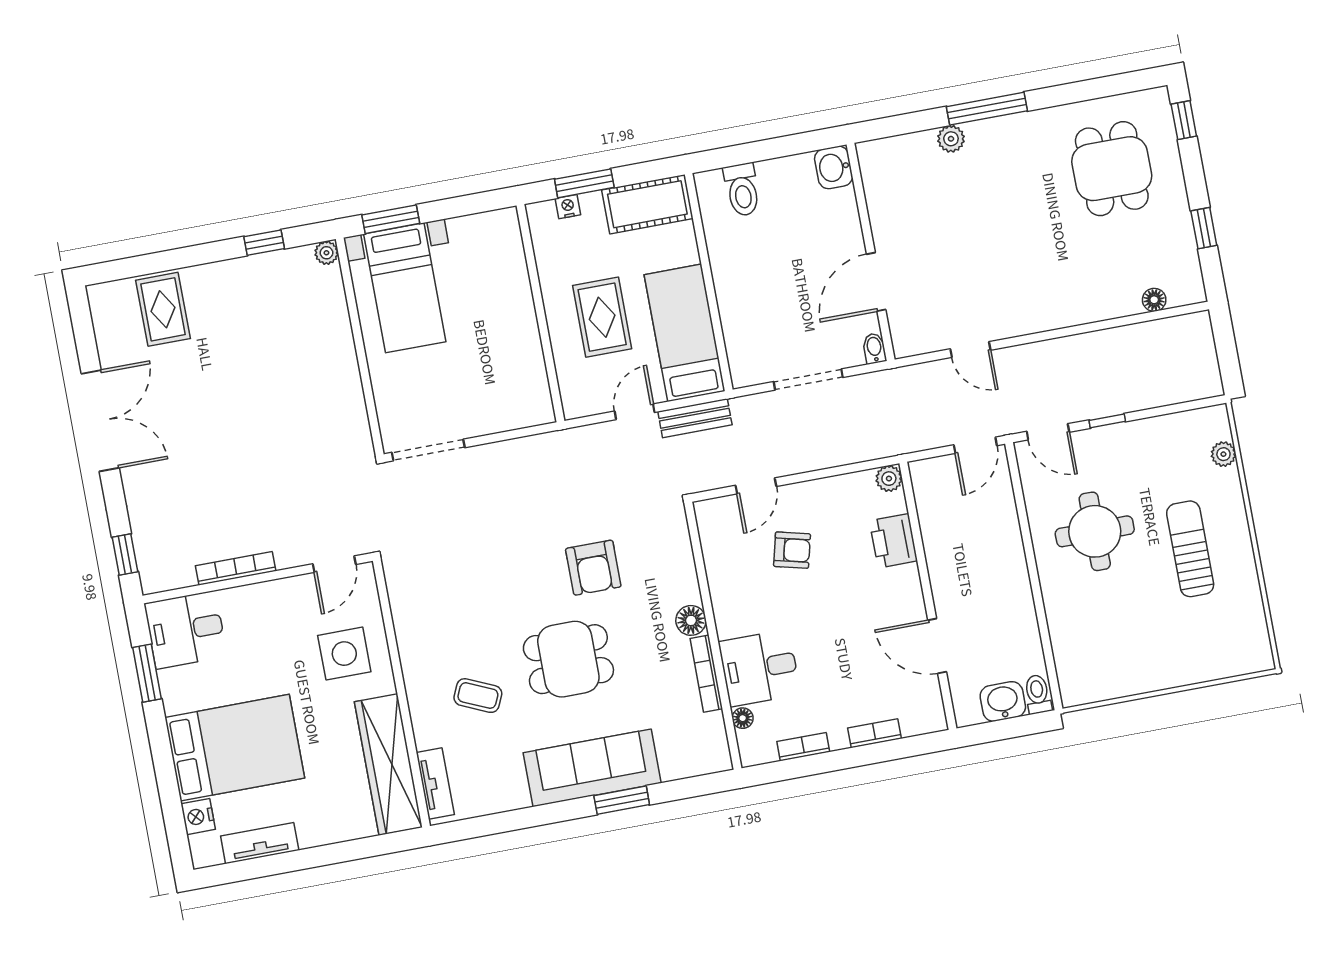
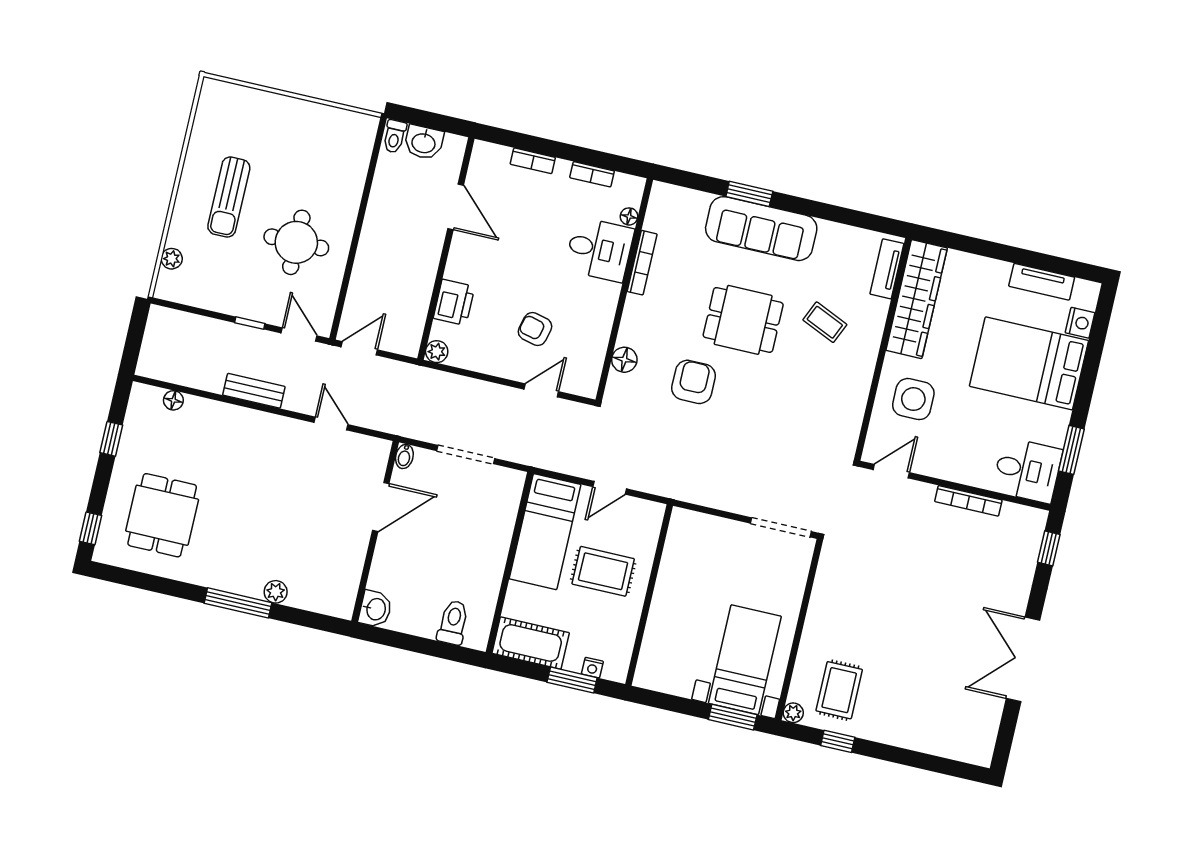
rug: (163, 309) -> (839, 690), moved
rug: (602, 317) -> (603, 571), turned 90
bench: (695, 418) -> (254, 391), moved
floor lamp: (691, 620) -> (624, 360), moved

